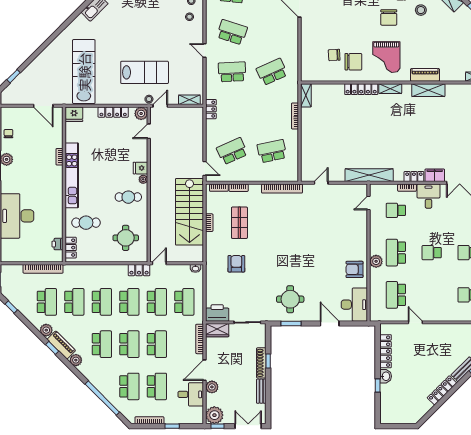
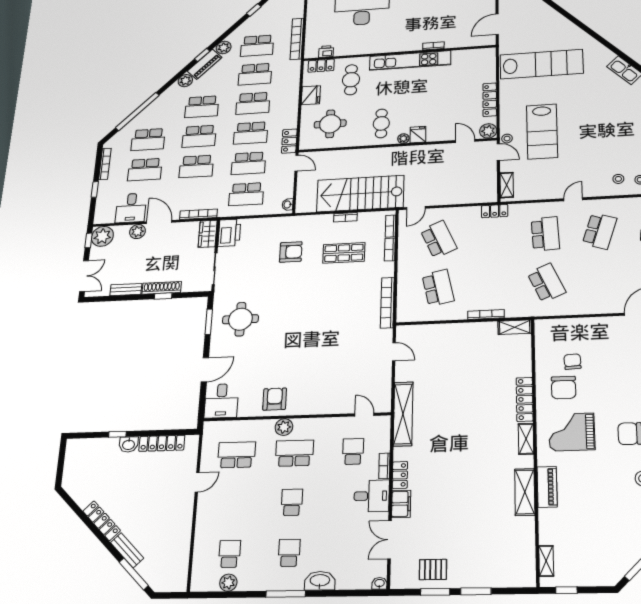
fridge: (74, 114) -> (311, 95), moved, turned 180
desk: (354, 305) -> (221, 401), width x0.73

